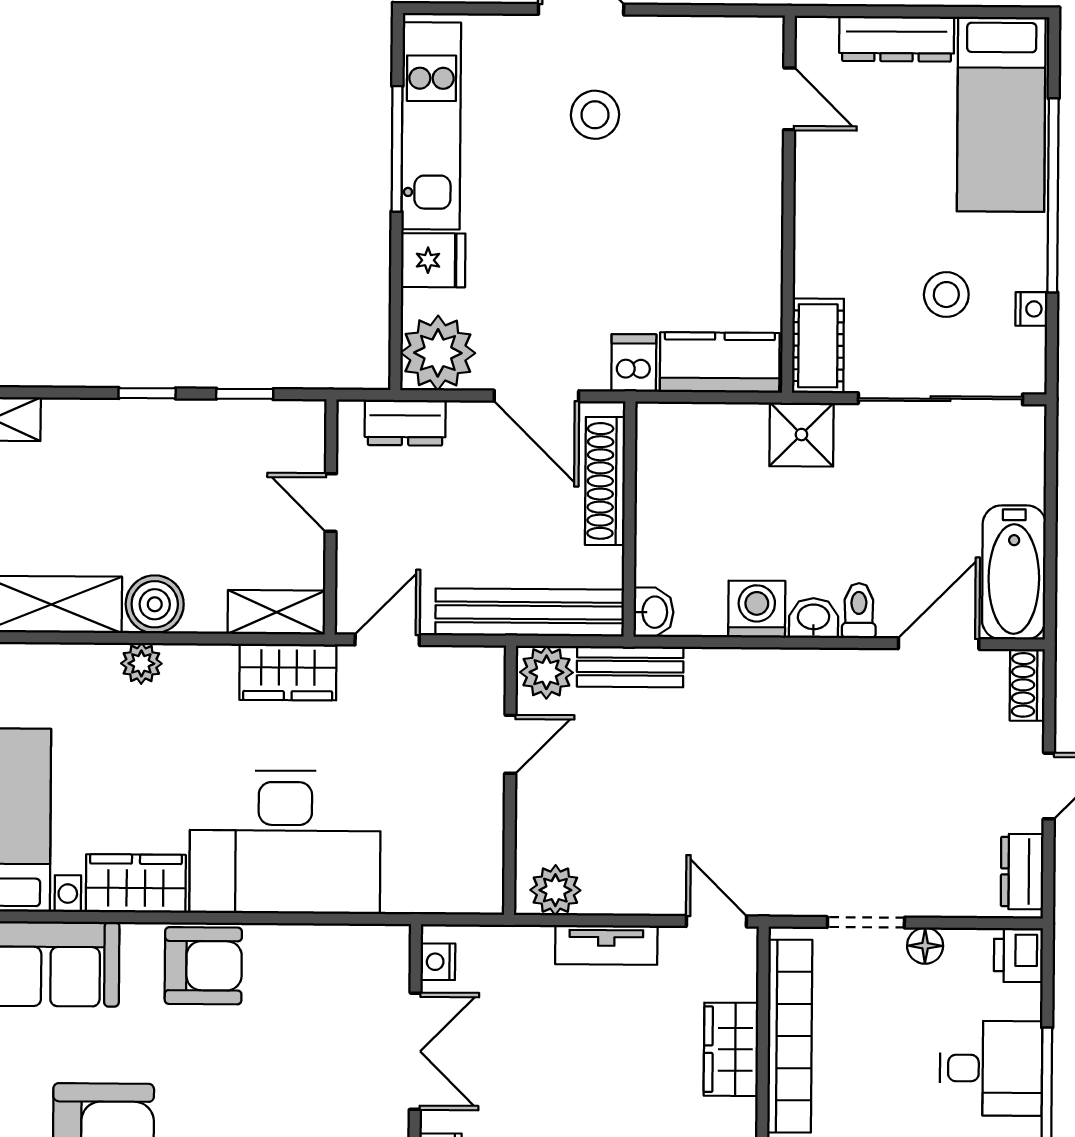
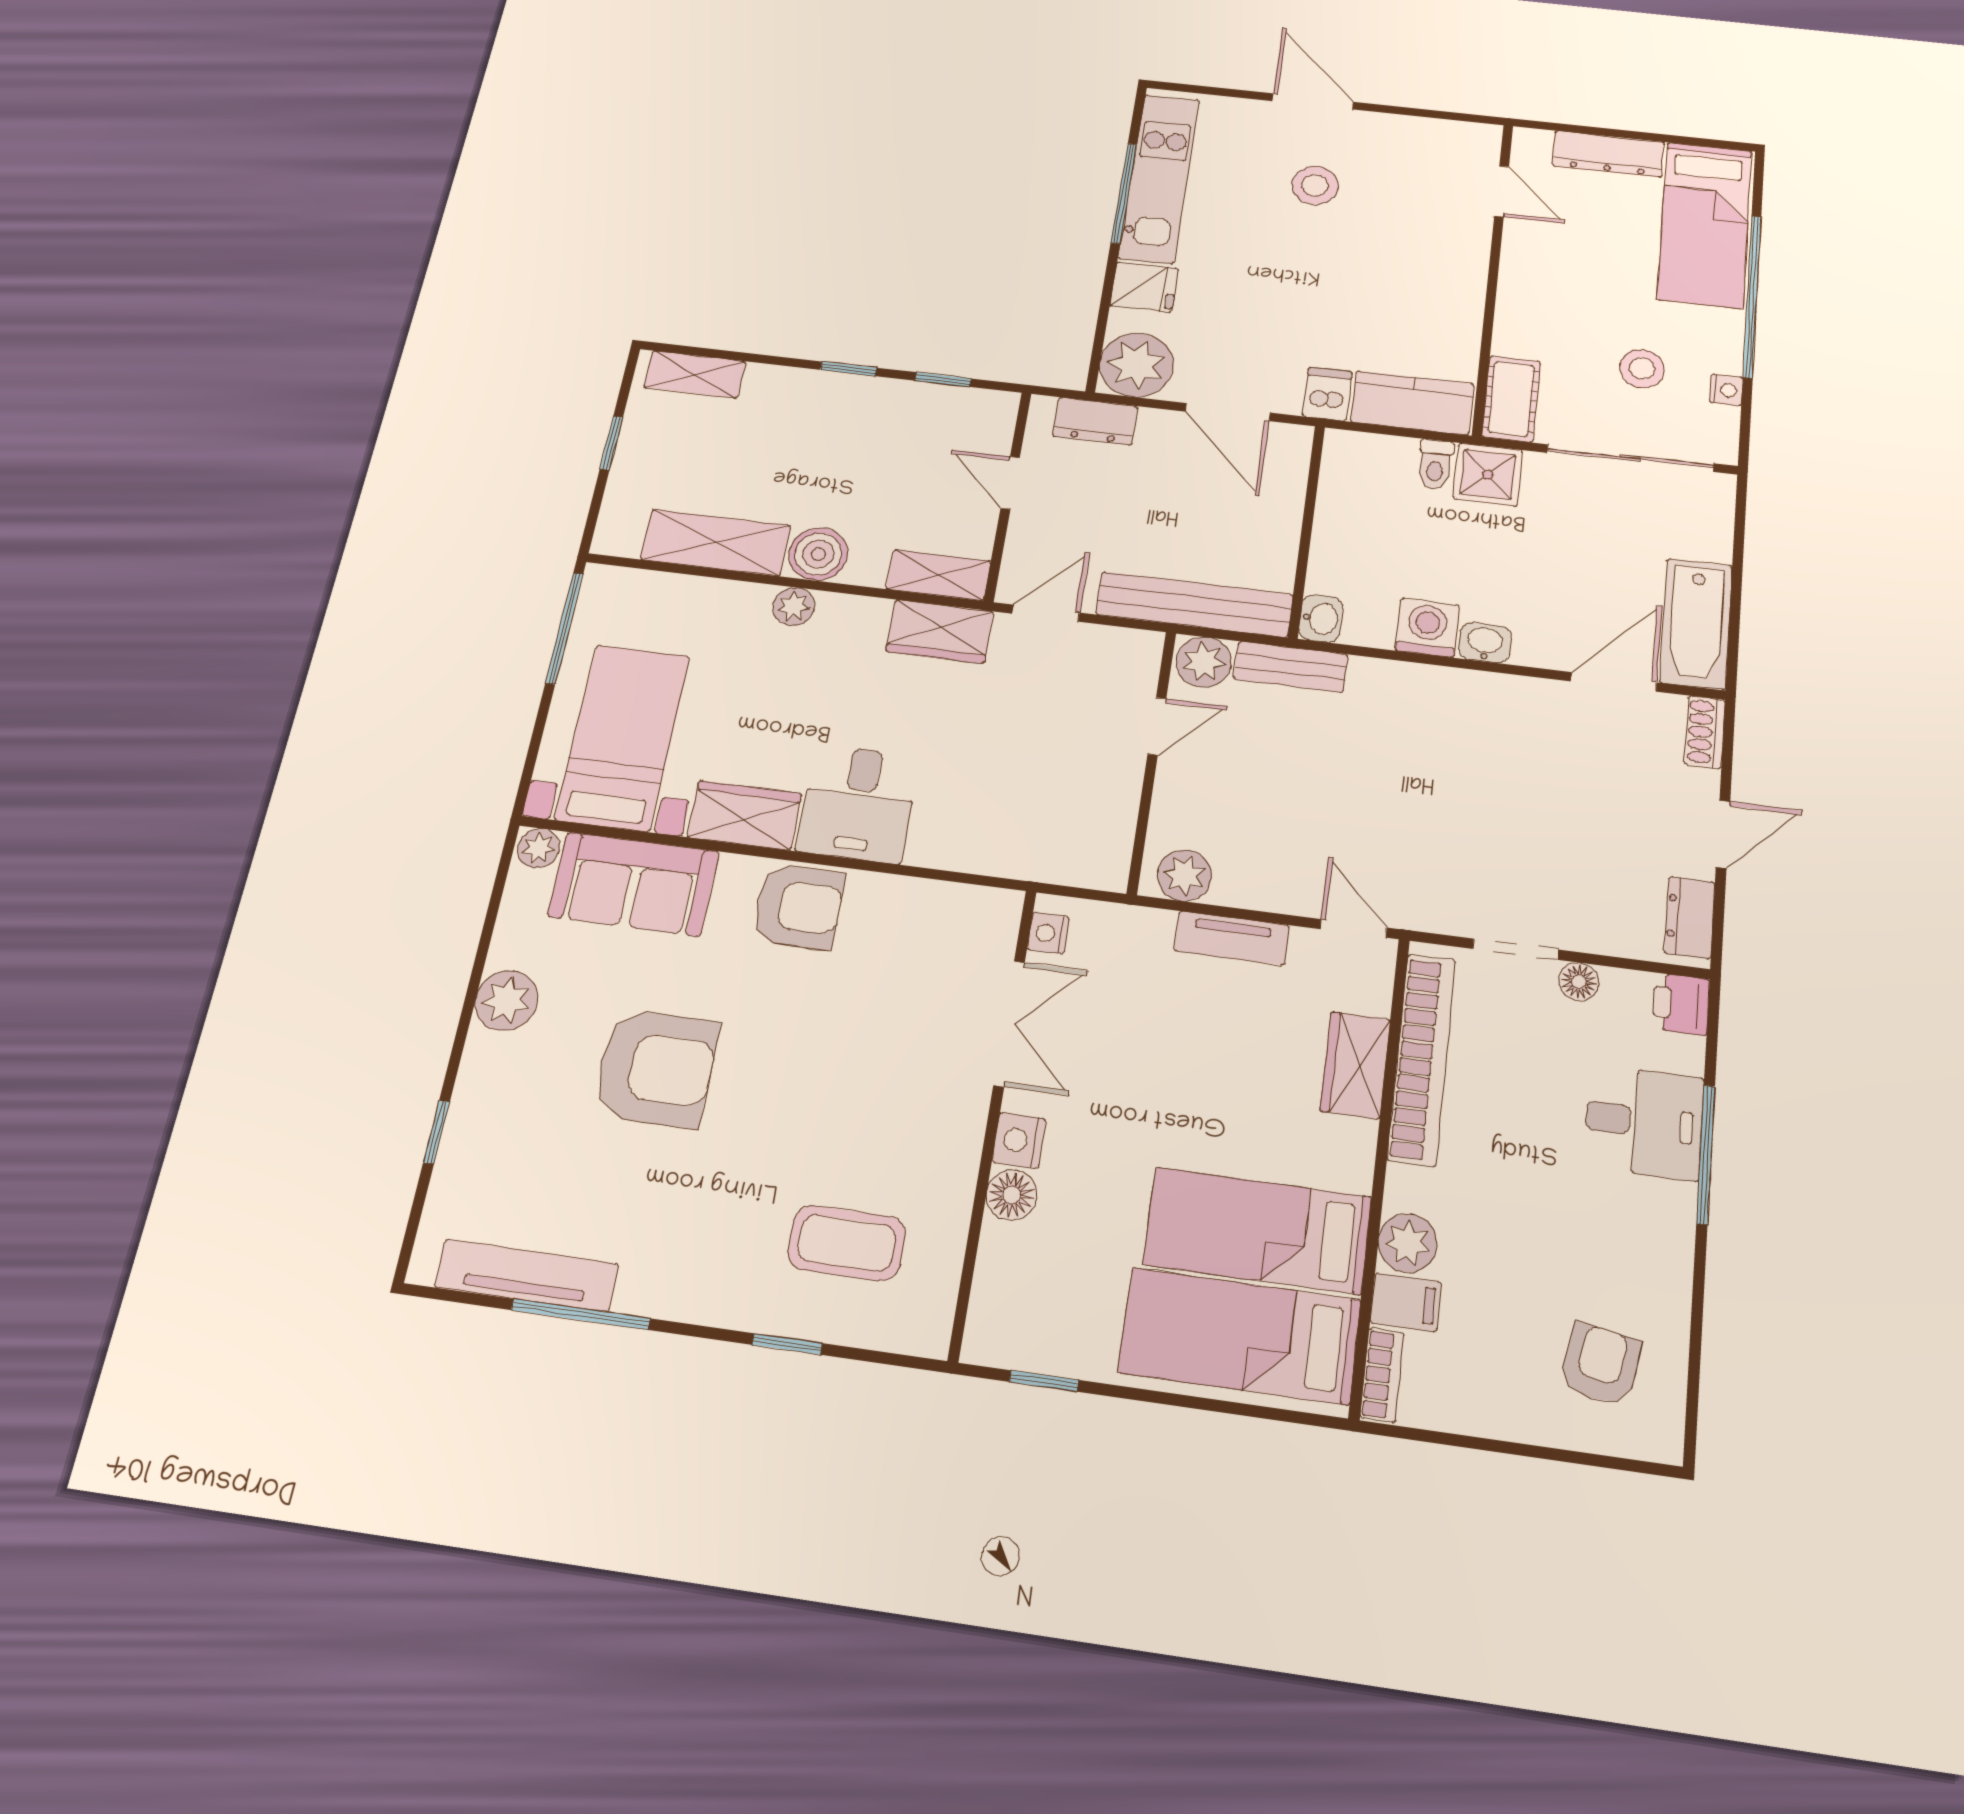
shoe rack: (605, 481) -> (1286, 494), removed
toilet: (859, 611) -> (1435, 465), moved, turned 180
desk: (285, 842) -> (858, 804), width x0.53, depth x0.77

